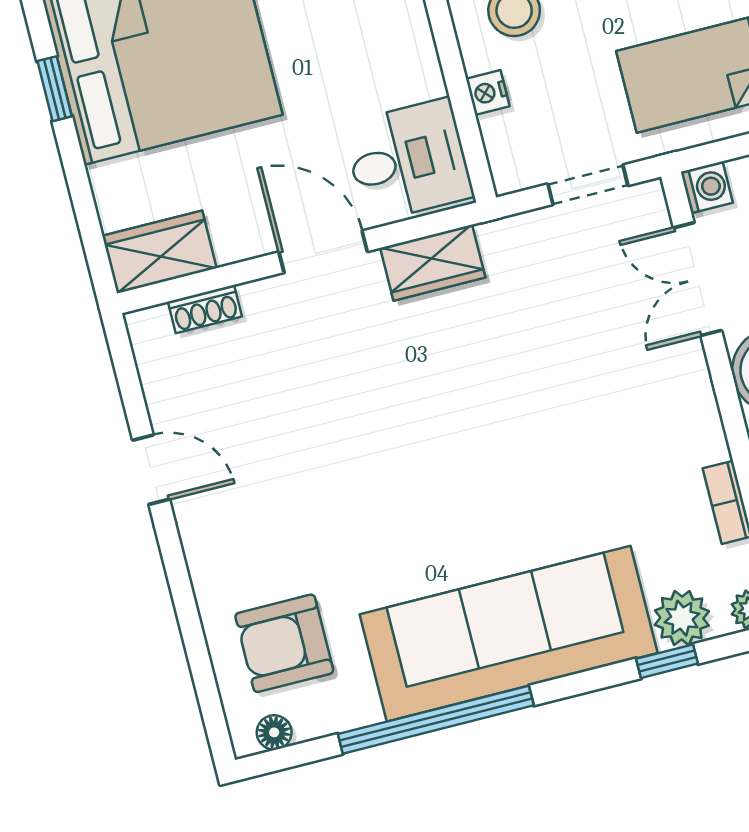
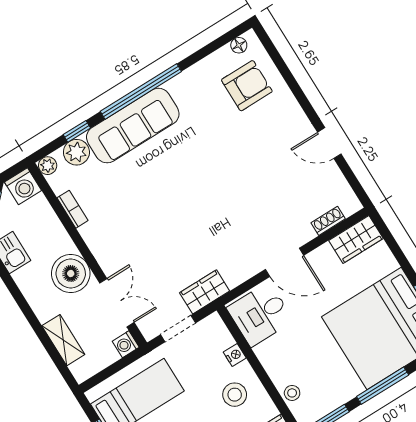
wardrobe: (433, 263) -> (205, 292), moved
sofa: (509, 634) -> (133, 126), width x0.74, depth x0.79
window: (436, 720) -> (141, 91), moved

